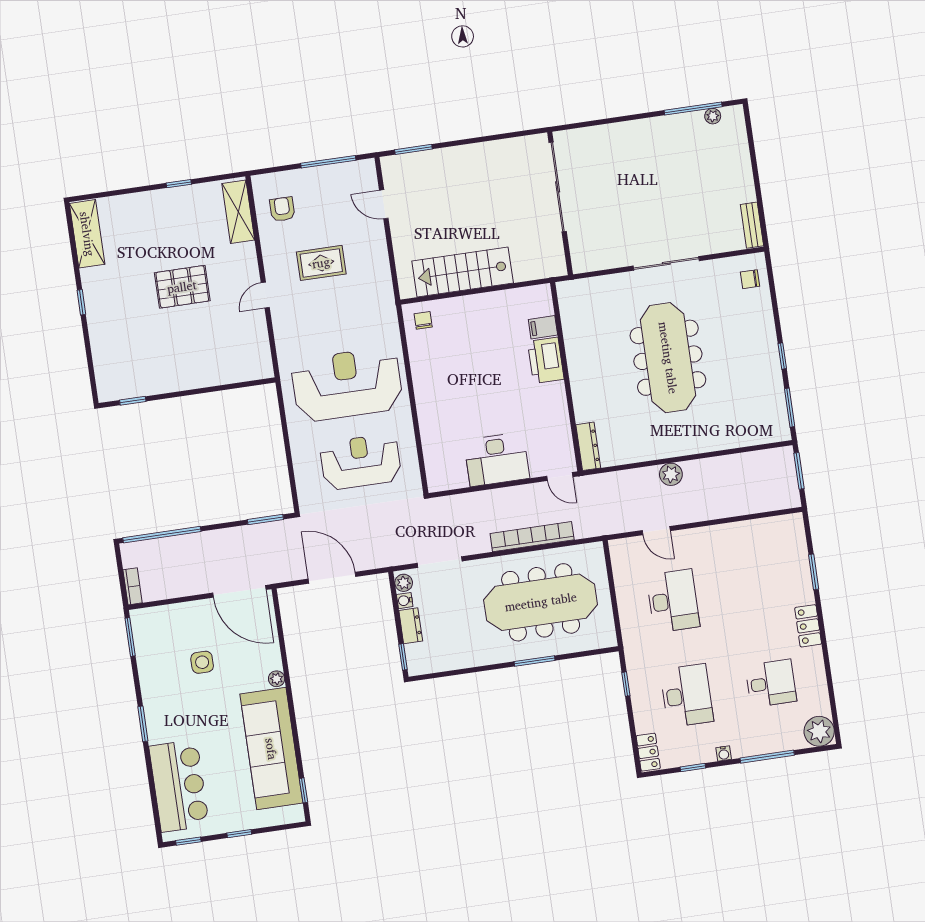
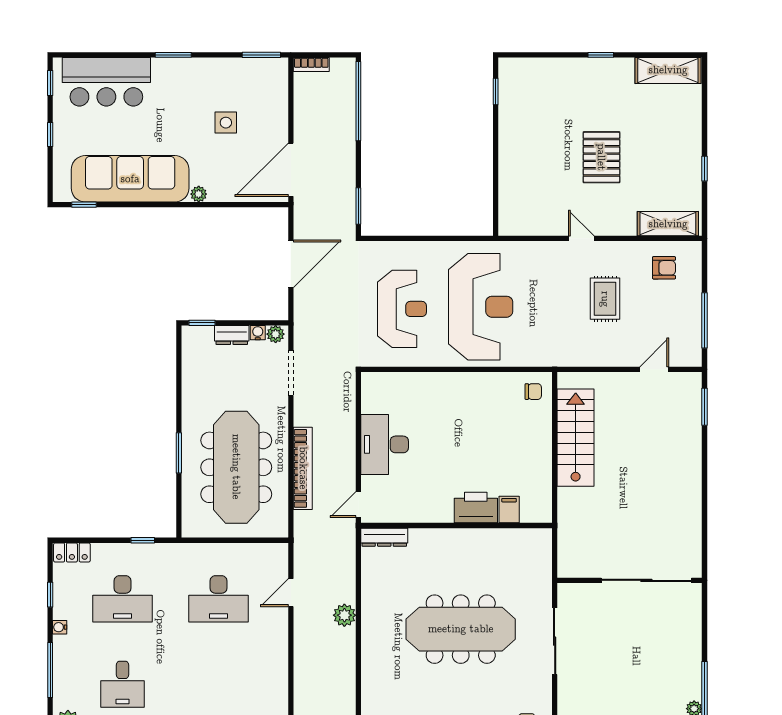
sliding door: (558, 187) -> (646, 580), moved
wall: (560, 203) -> (630, 580), moved

